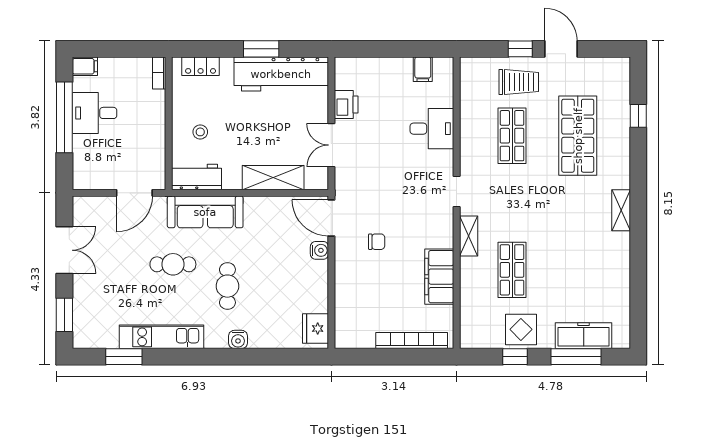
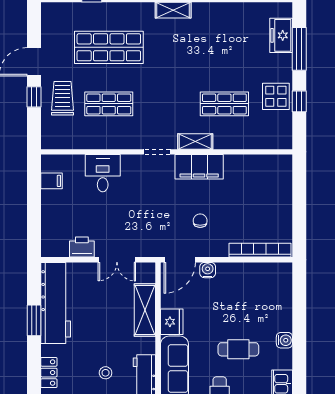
filing cabinet: (439, 277) -> (199, 167), moved
fridge: (316, 329) -> (172, 322), moved, turned -90
freezer: (584, 336) -> (281, 35), width x0.71
bookcase: (412, 341) -> (260, 250), moved, turned 90

